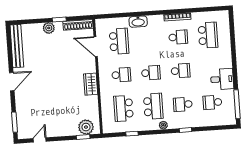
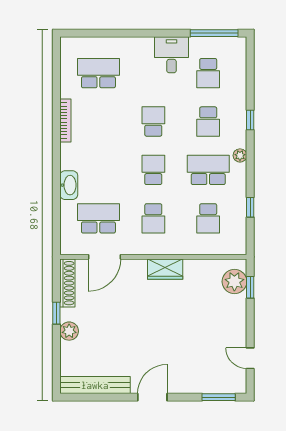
school desk: (178, 37) -> (98, 122), removed
school desk: (121, 75) -> (153, 218), turned 180
door: (12, 82) -> (152, 397), hinge flipped
school desk: (124, 108) -> (208, 218), width x0.54

